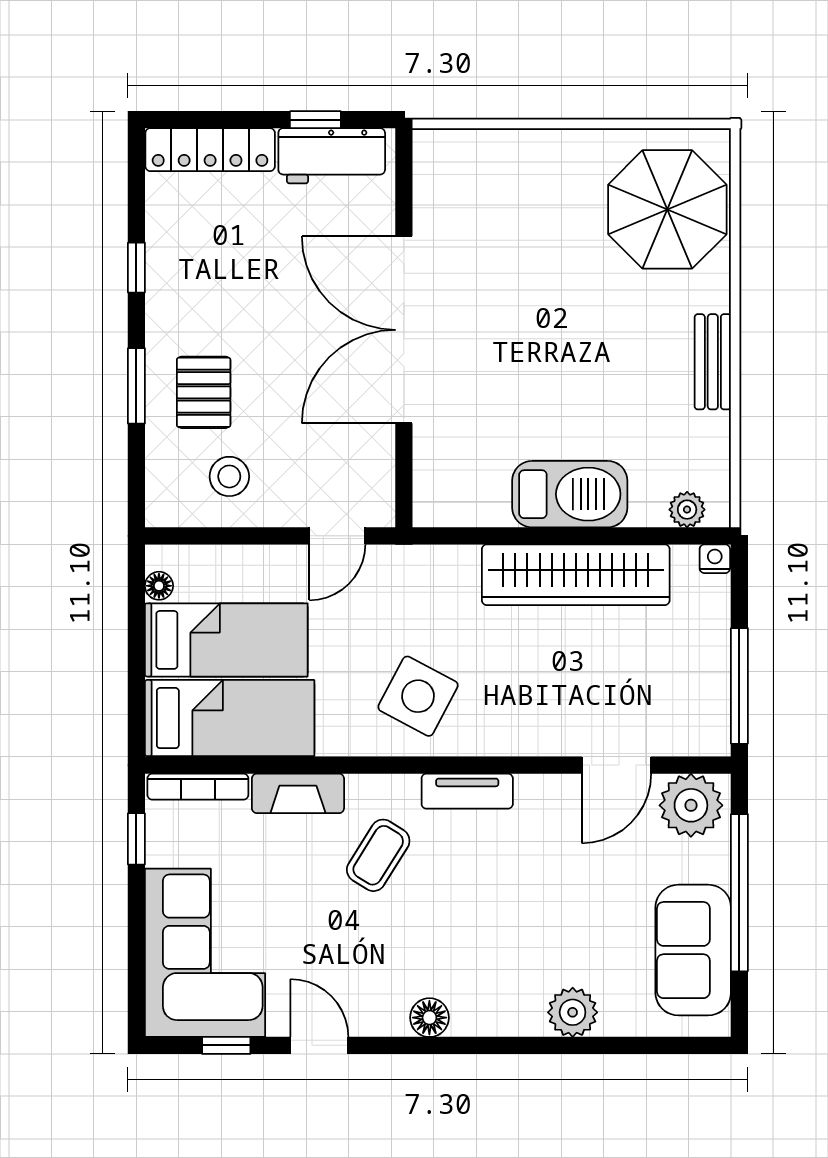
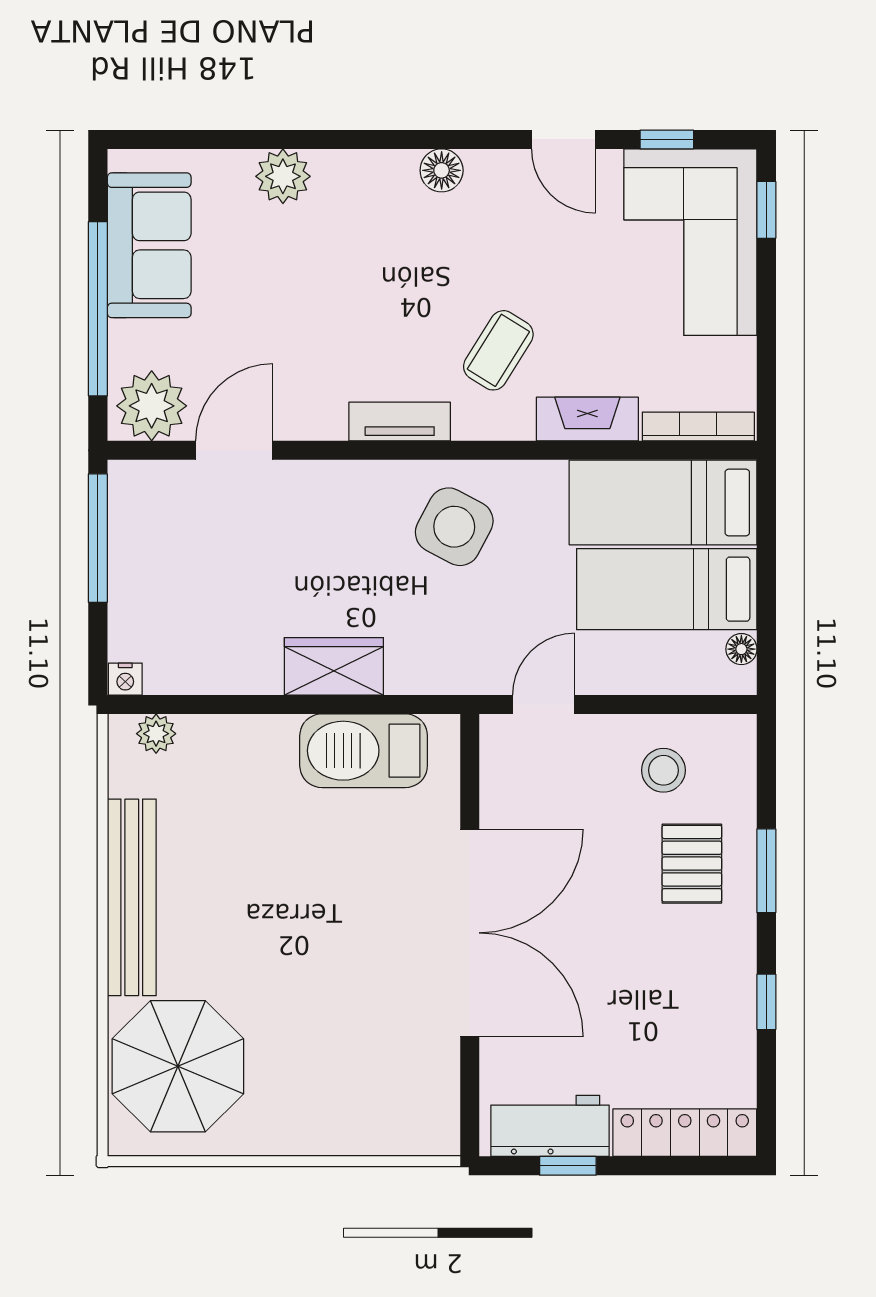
bench: (713, 362) -> (132, 897), width x1.86, depth x1.21
barbecue: (570, 494) -> (364, 751), moved
wardrobe: (576, 575) -> (334, 666), width x0.48, depth x0.85
window: (136, 839) -> (766, 210), moved

